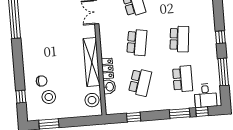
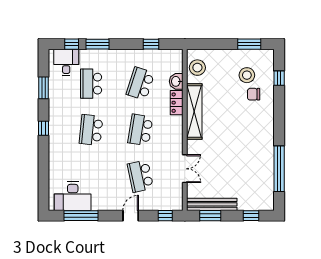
window: (223, 72) -> (44, 88), width x0.69

